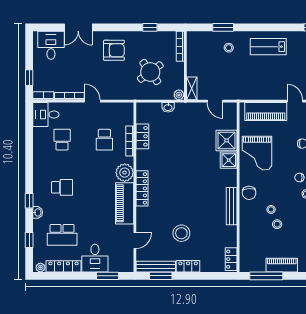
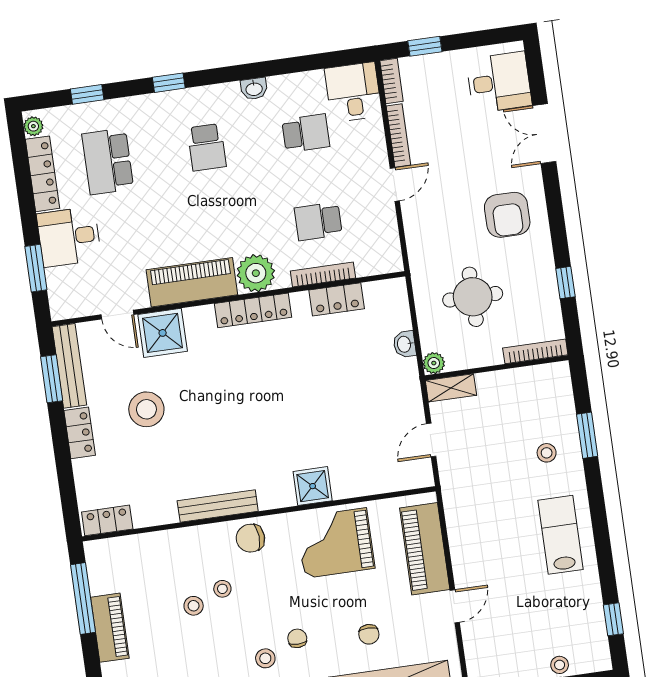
round table: (150, 72) -> (473, 297), turned 36
shower: (227, 140) -> (163, 333), moved
locker: (142, 188) -> (253, 310), moved
washbasin: (38, 212) -> (254, 89), moved

